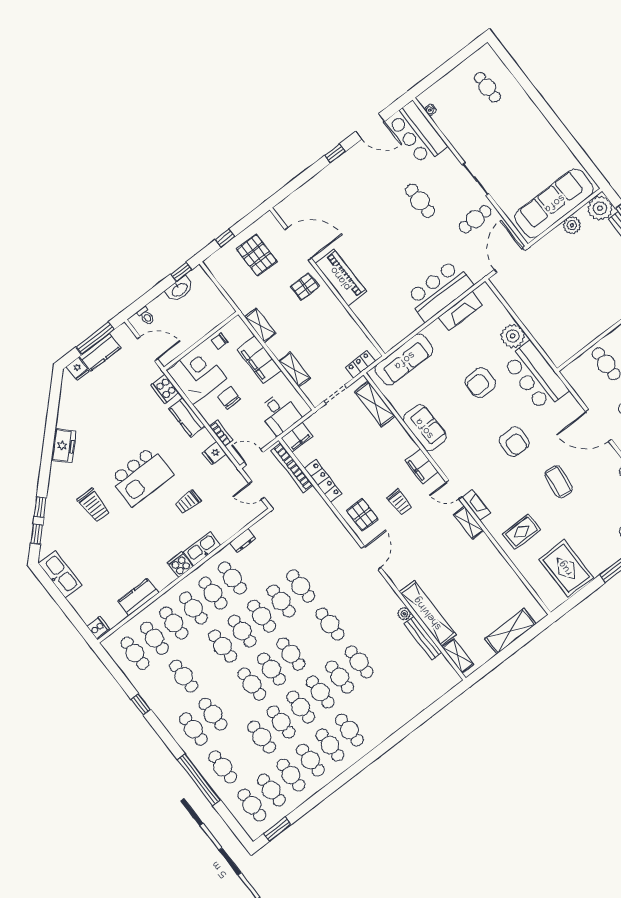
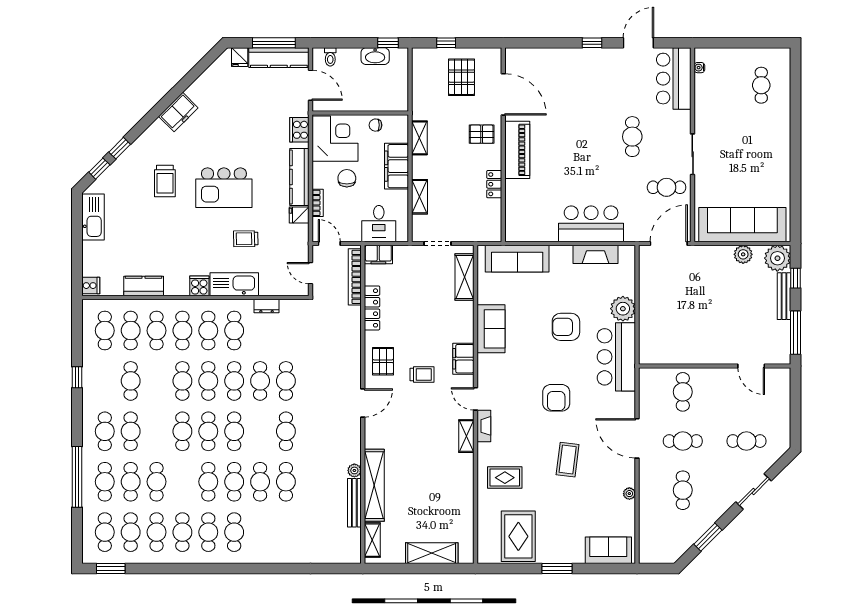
door: (370, 126) -> (638, 43), swing flipped
kitchen counter: (100, 352) -> (279, 58), width x1.50
locker: (360, 364) -> (494, 184), moved, turned -90
kitchen counter: (187, 417) -> (299, 177), width x1.50
trolley: (400, 502) -> (422, 375), turned -90
kitchen sink: (202, 549) -> (234, 284), width x1.36, depth x1.24
cafe table: (281, 722) -> (131, 482), moved

